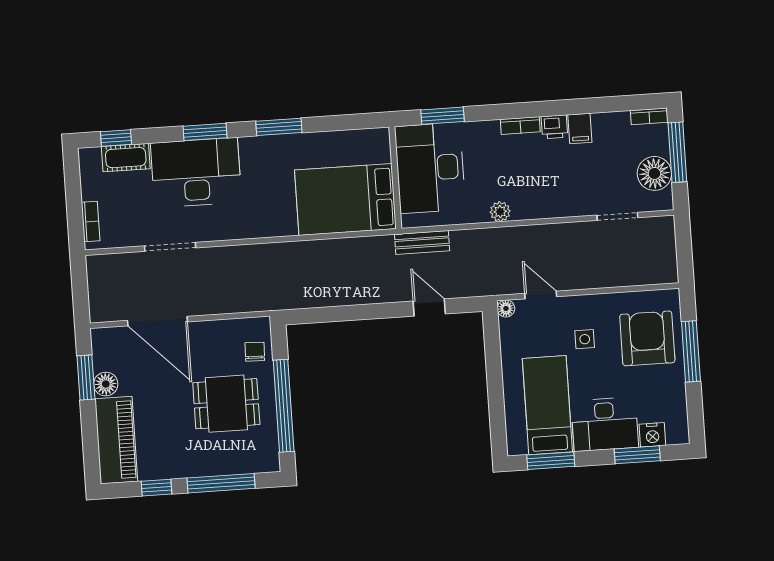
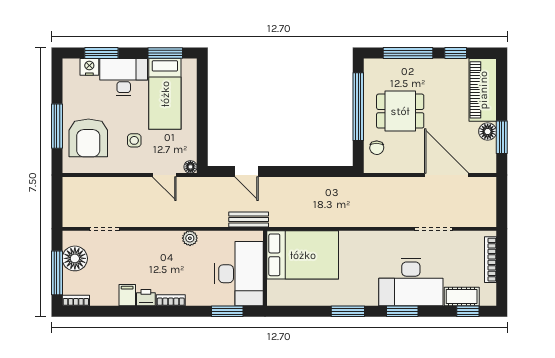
bookcase: (91, 222) -> (491, 260), width x1.56

